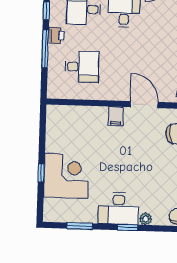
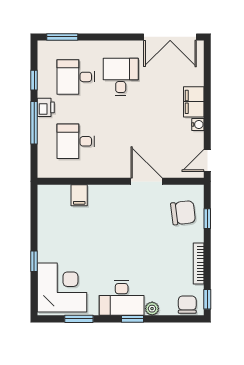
desk: (82, 67) -> (76, 141), turned 180
filing cabinet: (116, 116) -> (79, 195), moved
corner desk: (66, 176) -> (62, 288), moved

